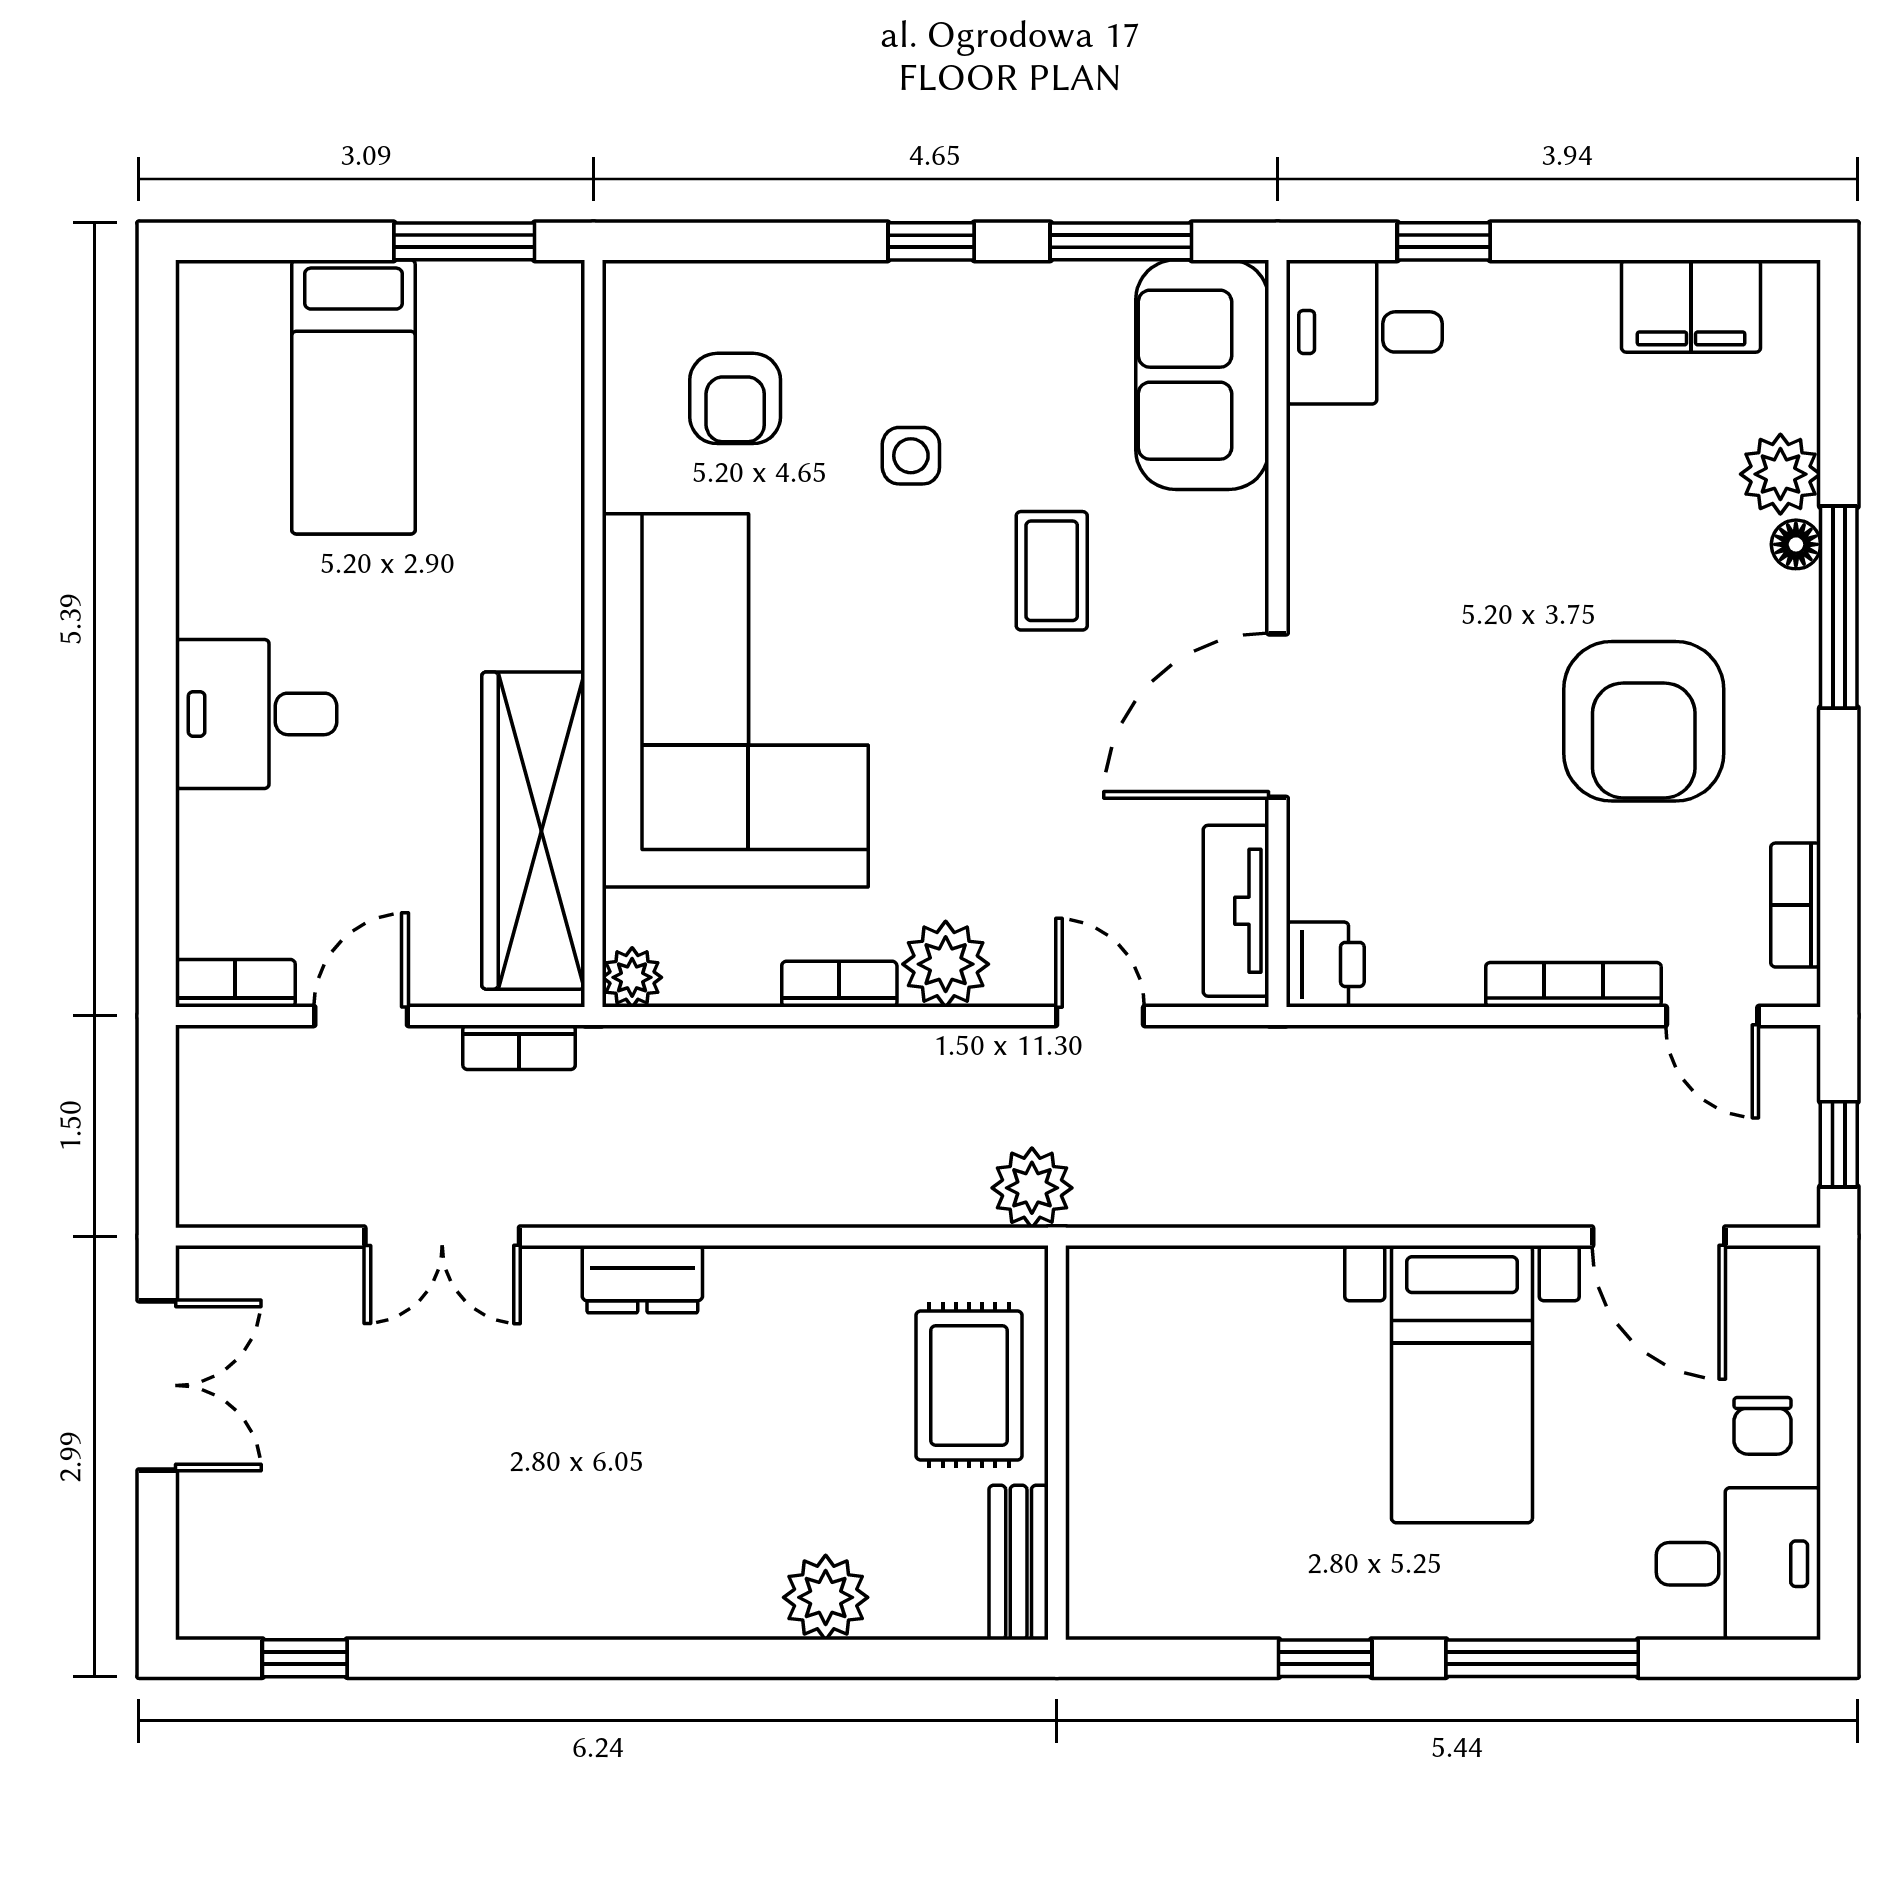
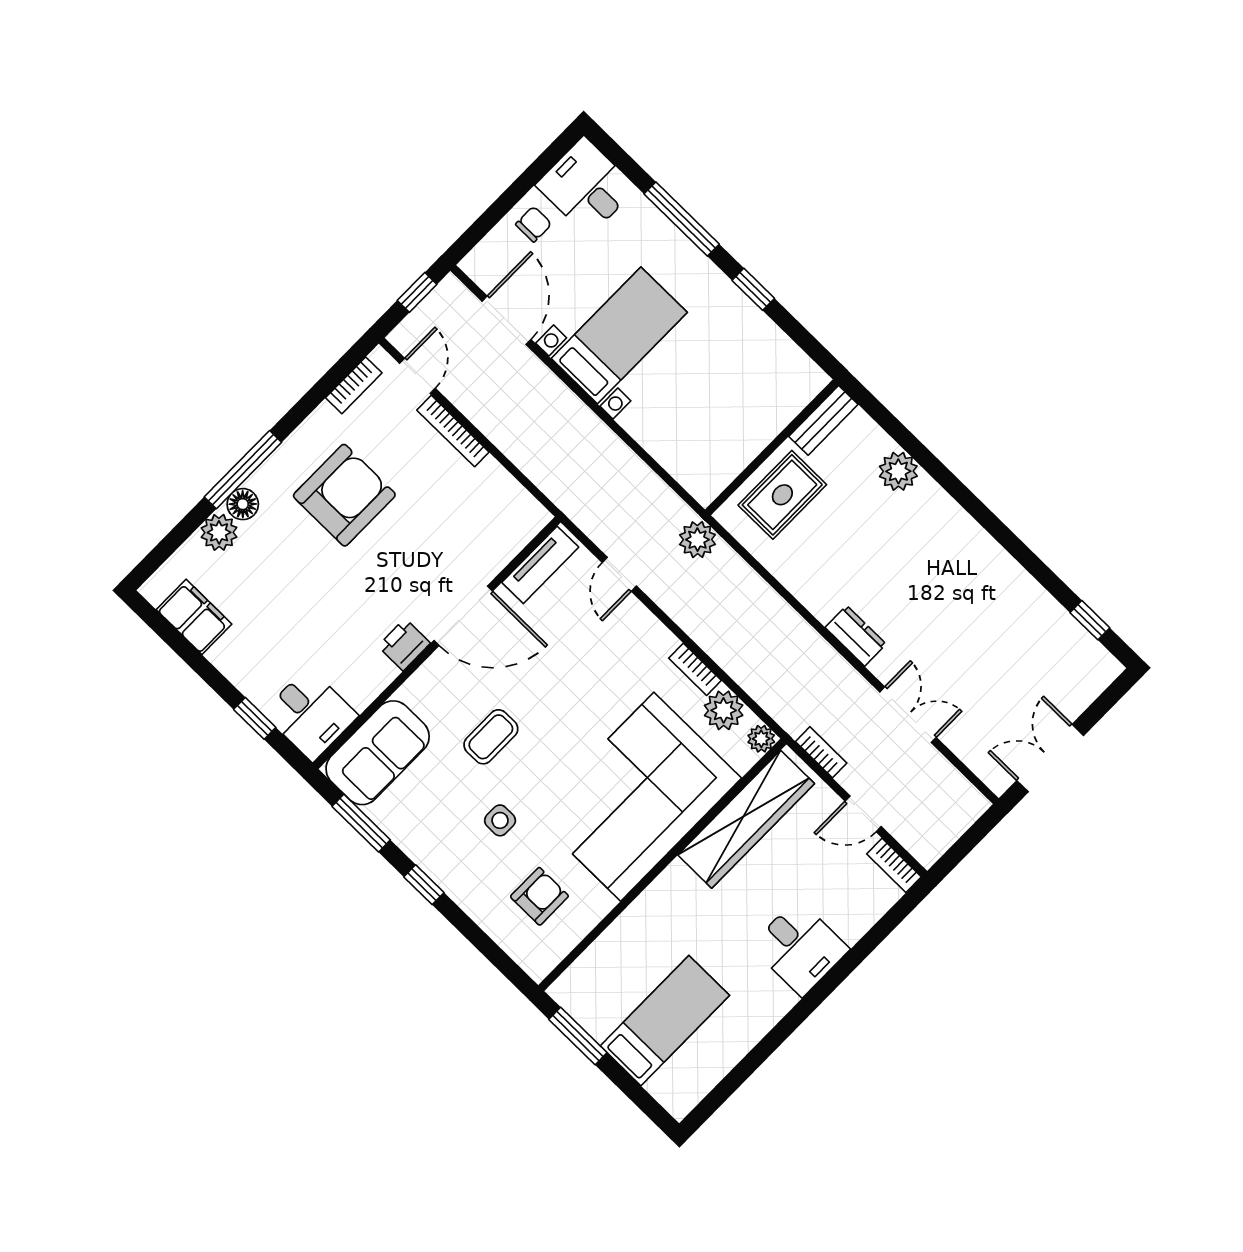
floor lamp: (1796, 544) -> (243, 504), width x1.37, depth x1.37
plant: (946, 964) -> (724, 710), moved
printer: (1325, 964) -> (404, 645), moved

